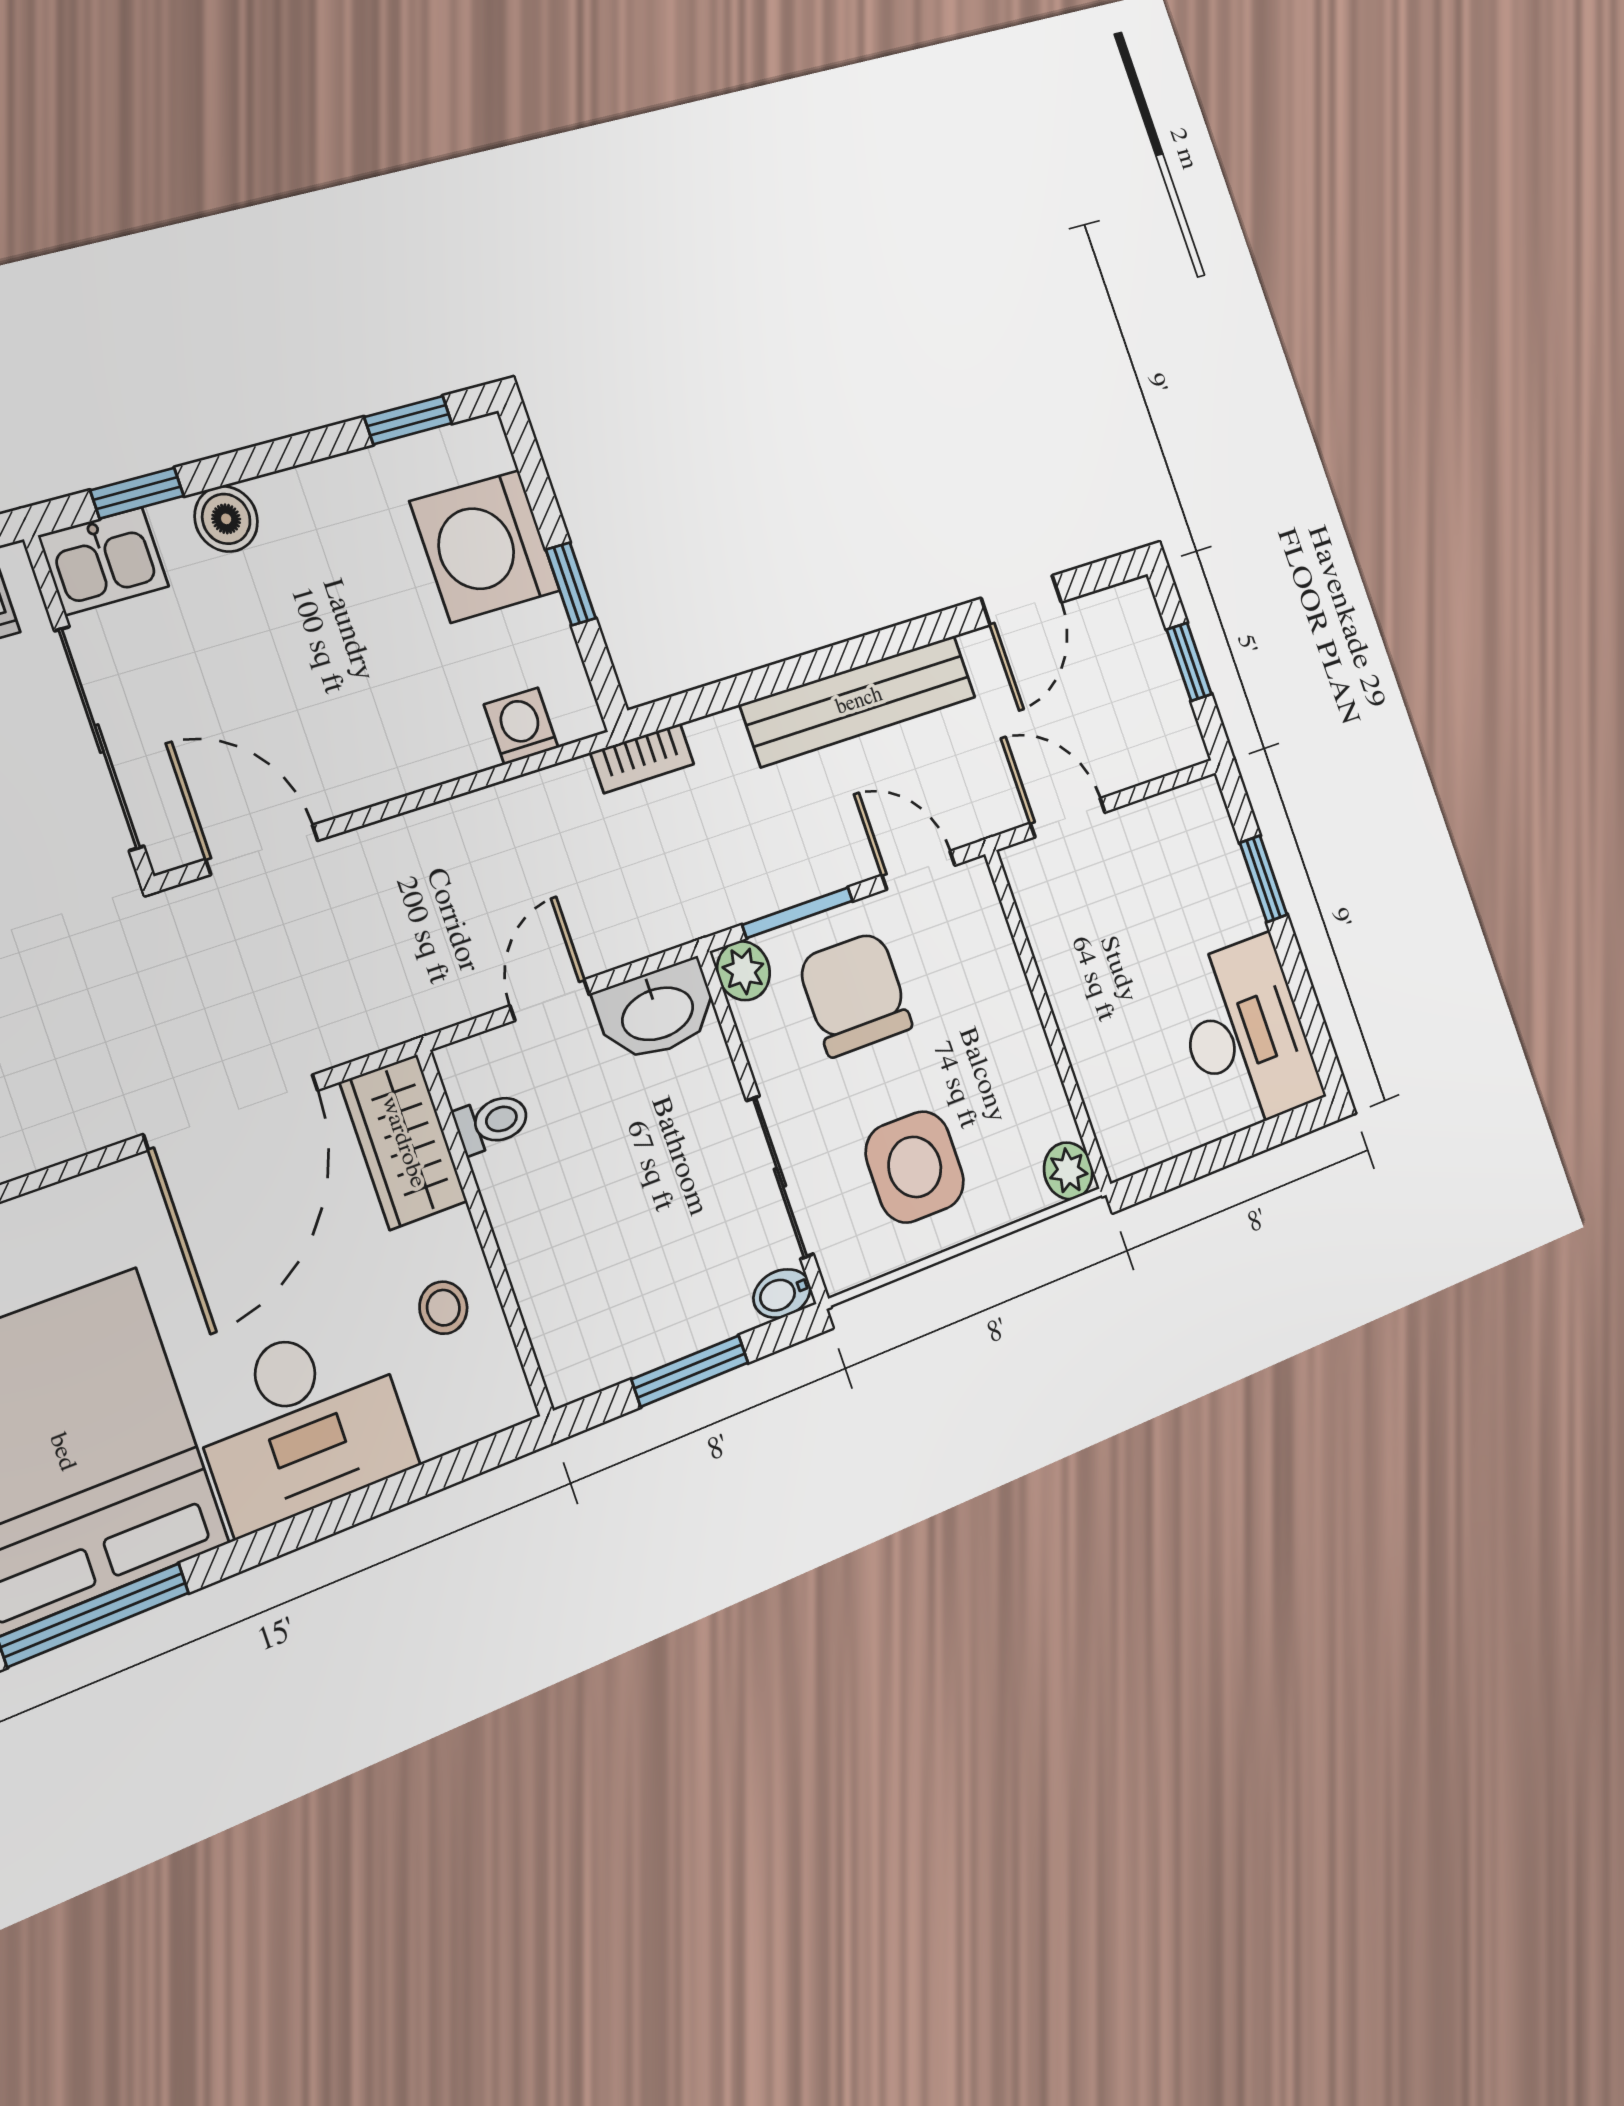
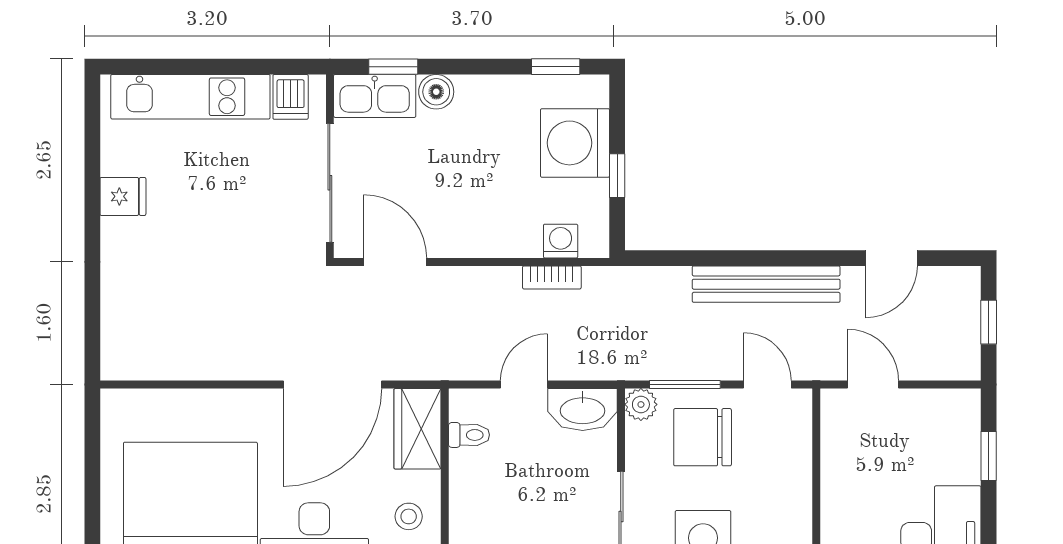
kitchen sink: (104, 561) -> (375, 96), width x1.38
bookcase: (642, 758) -> (552, 277), moved
chair: (855, 994) -> (703, 437), turned -90

